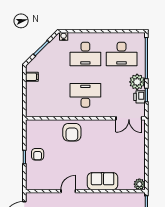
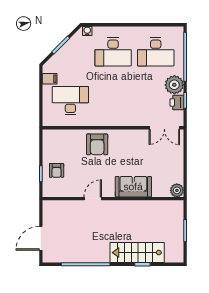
desk: (85, 95) -> (70, 101), moved
sofa: (103, 181) -> (133, 187), moved
plant: (139, 184) -> (177, 190), moved
door: (68, 191) -> (93, 199), moved
wall: (85, 191) -> (113, 199), moved

